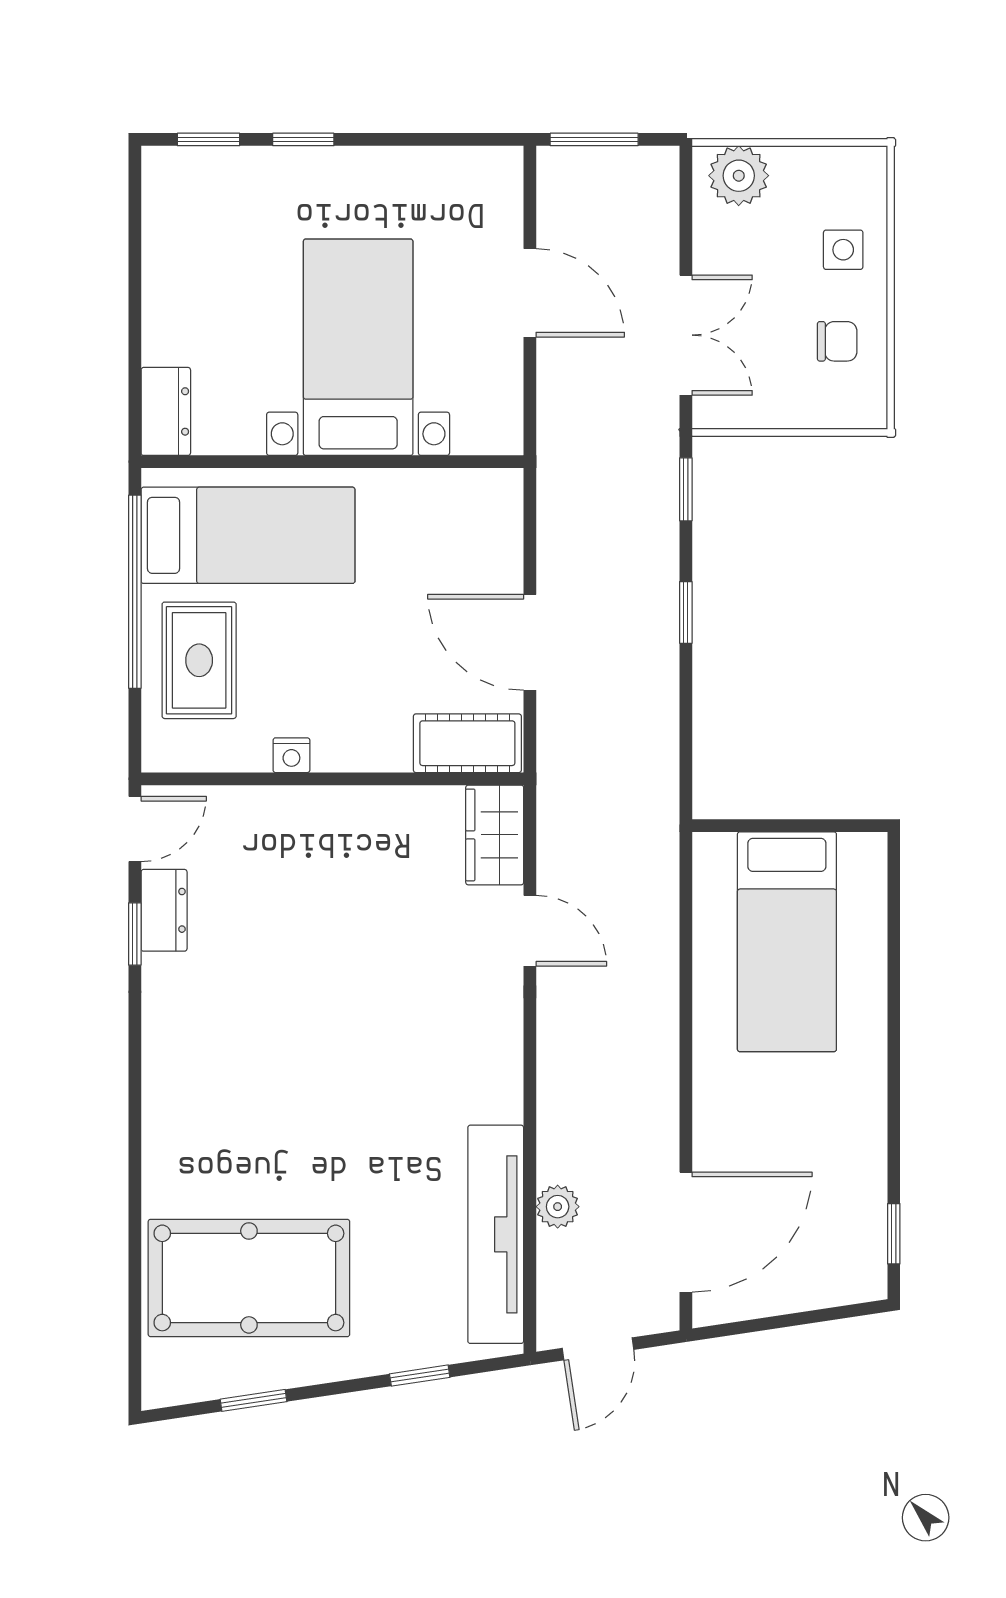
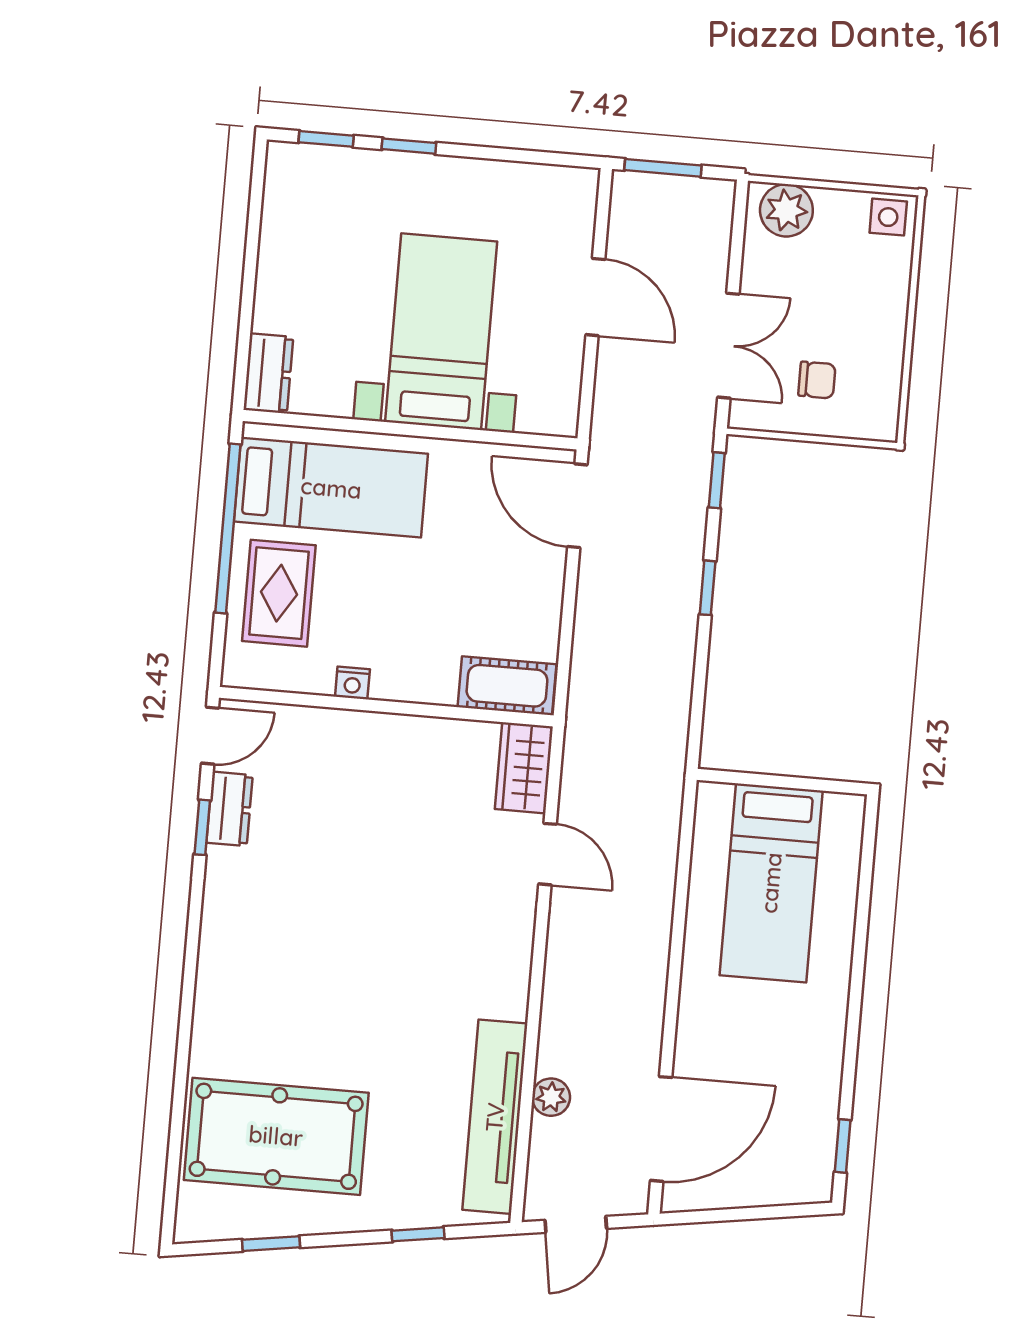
side table: (843, 250) -> (888, 217), moved
chair: (837, 341) -> (817, 380), moved
door: (530, 642) -> (577, 506), moved

